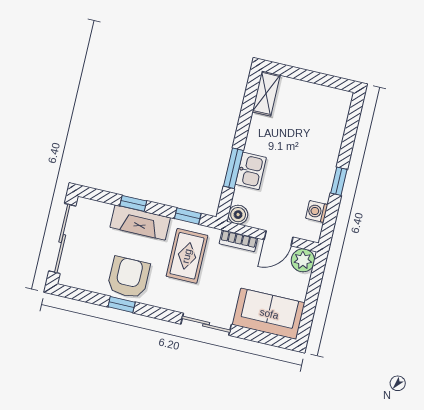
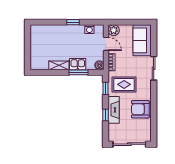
shelving: (266, 93) -> (59, 65), moved
window: (122, 305) -> (154, 110), removed

